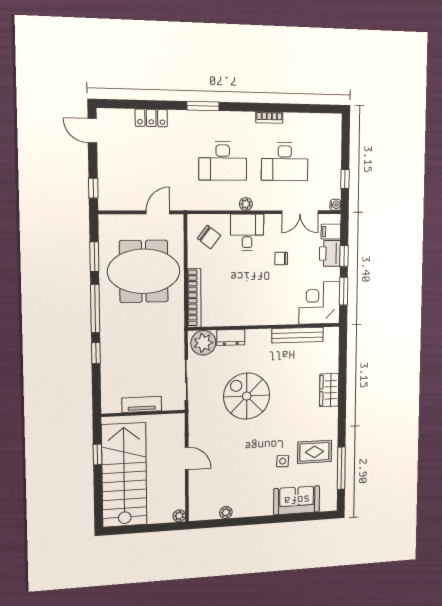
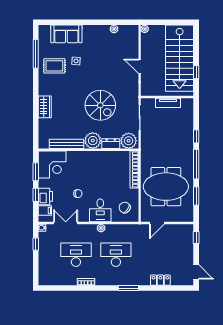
plant: (258, 341) -> (93, 141), added

